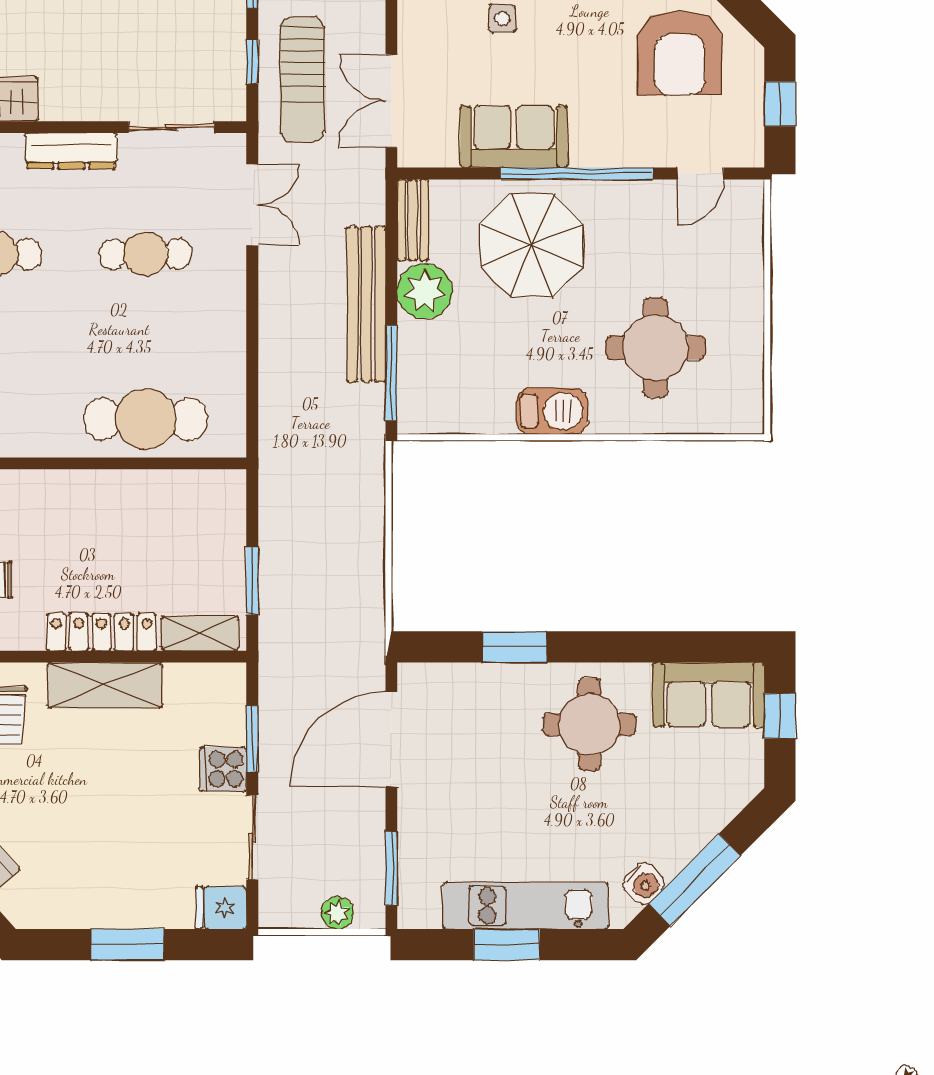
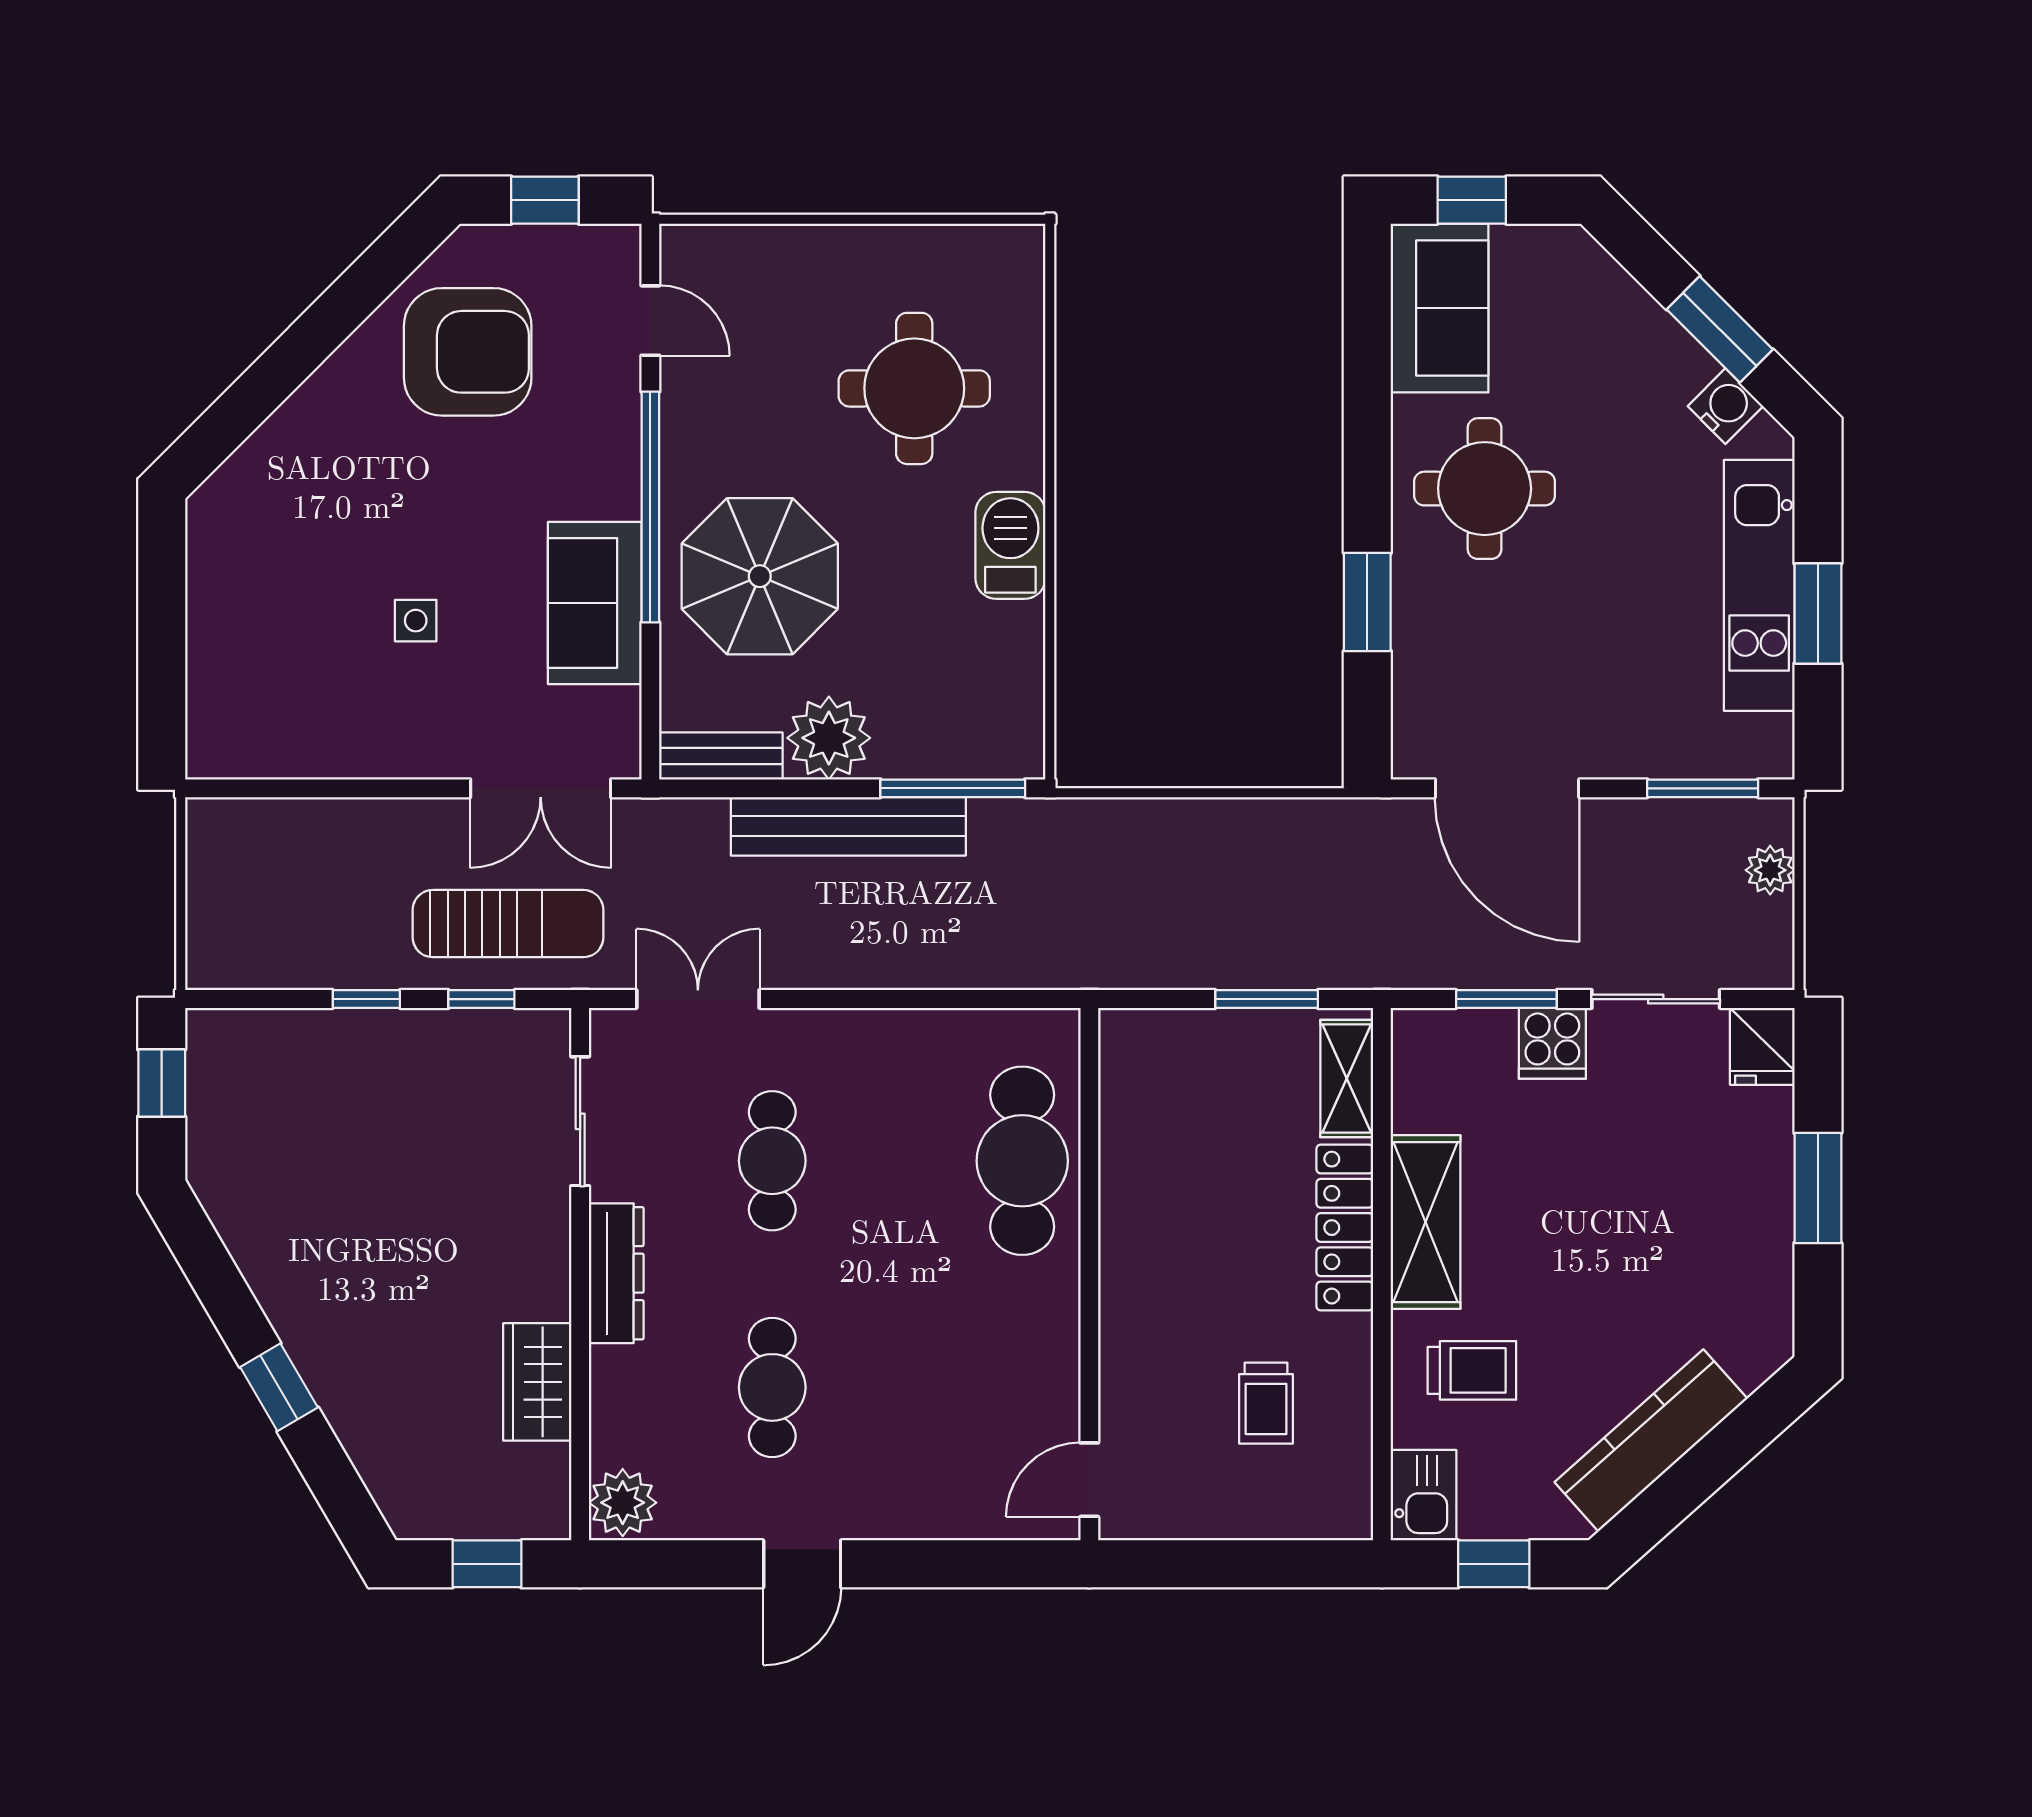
window: (695, 880) -> (1720, 329), width x0.69

